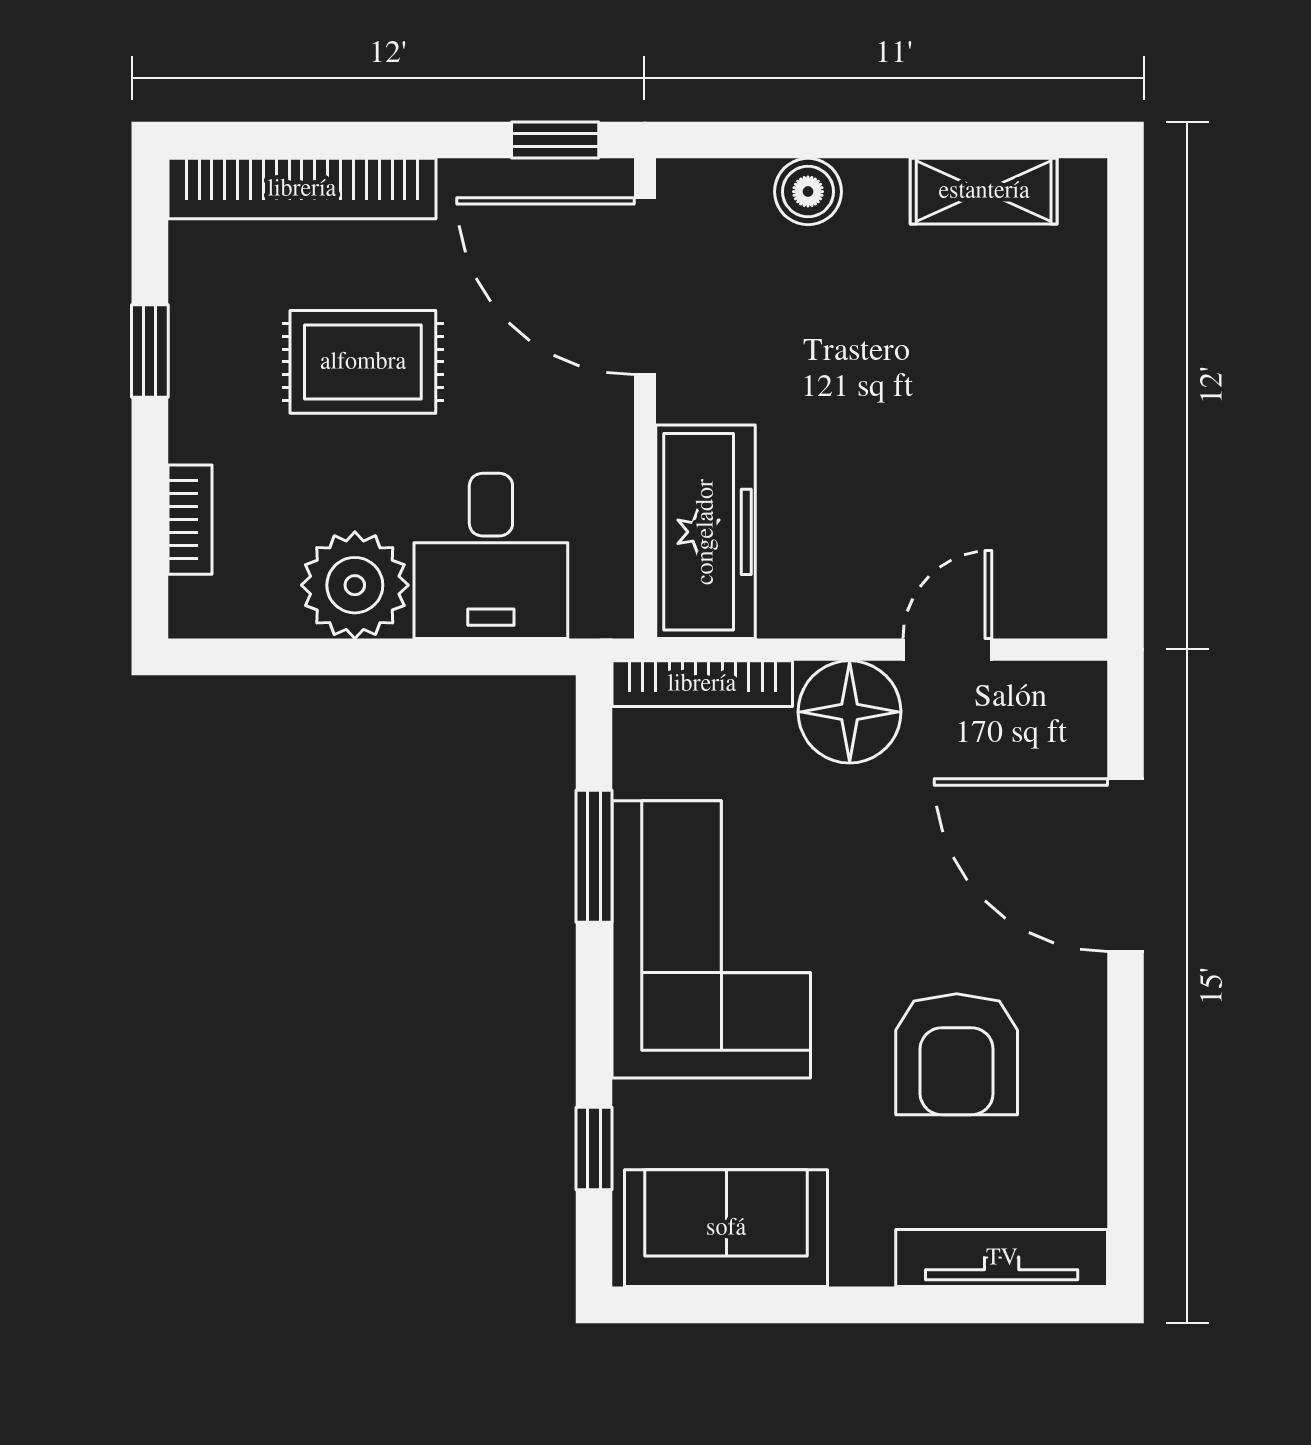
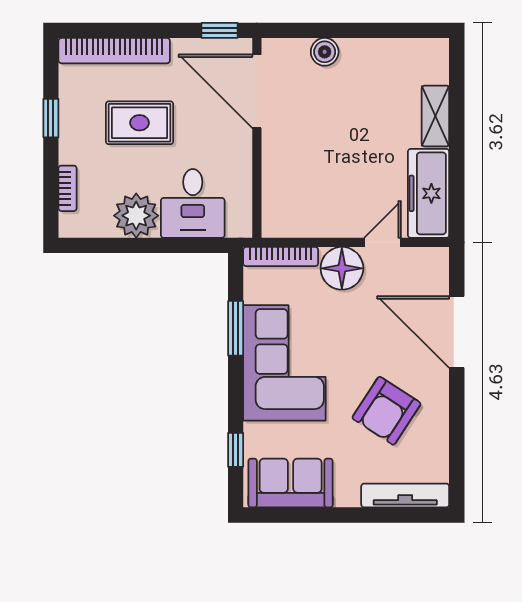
shelving: (984, 191) -> (435, 116), moved, turned 90
freezer: (706, 532) -> (428, 193), moved, turned 180
armchair: (957, 1054) -> (386, 411), turned 33

